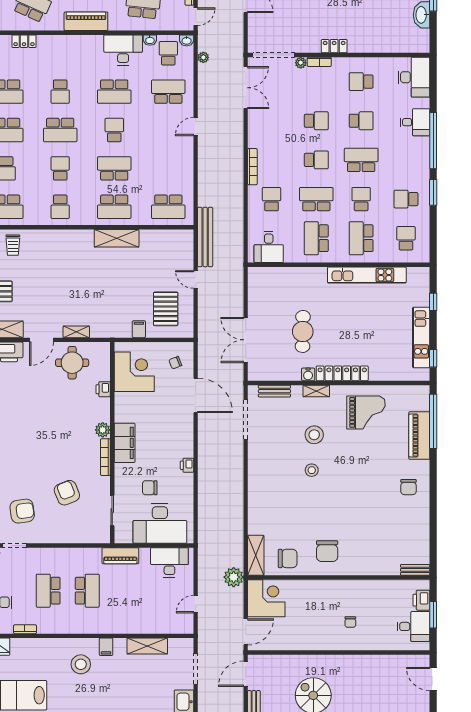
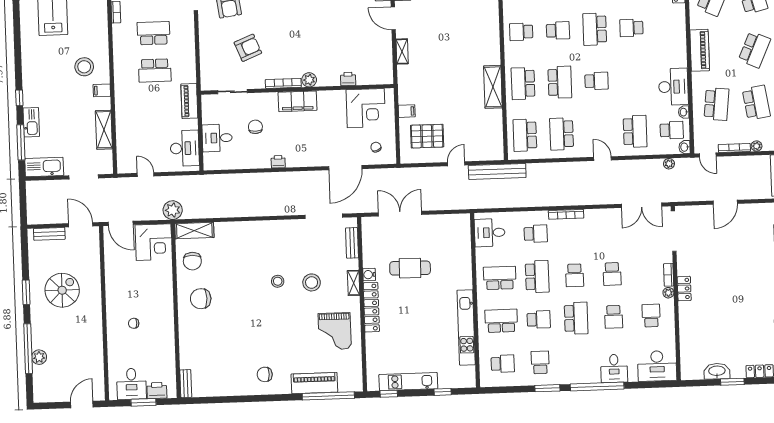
plant: (301, 63) -> (668, 293), moved
school desk: (114, 92) -> (562, 134), moved
round table: (72, 363) -> (372, 48), removed
desk: (160, 523) -> (217, 138), width x0.53, depth x0.77

